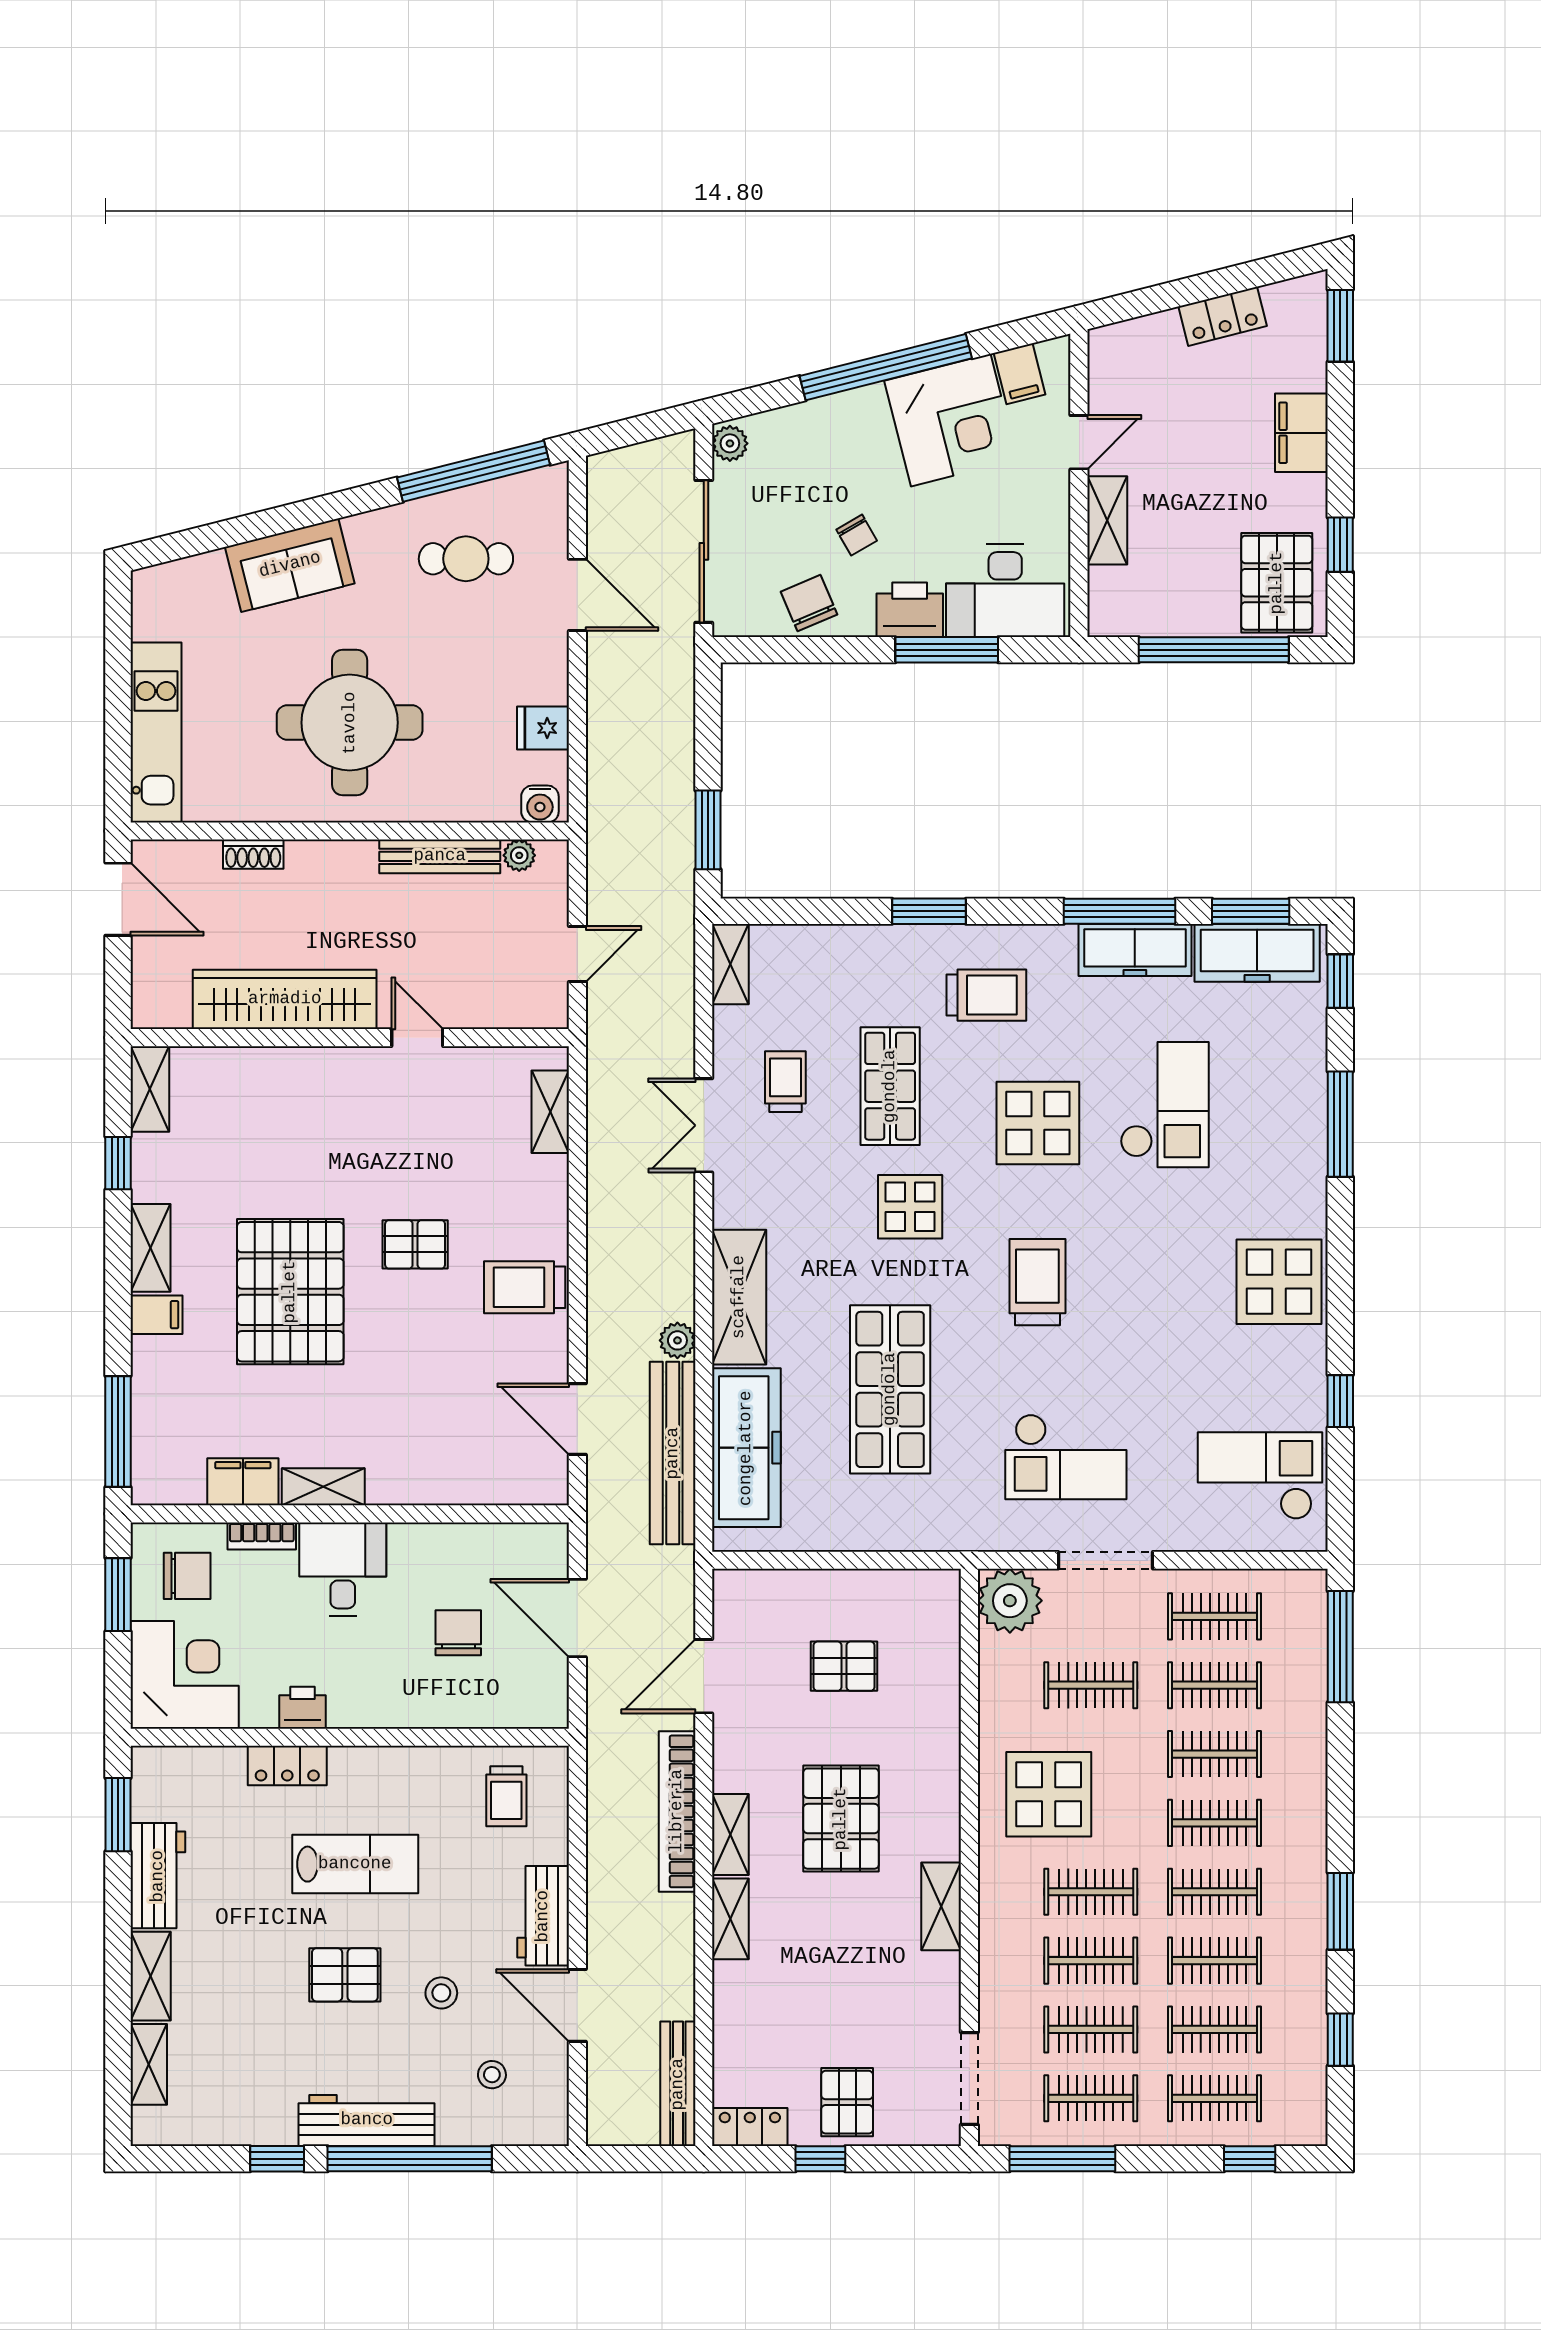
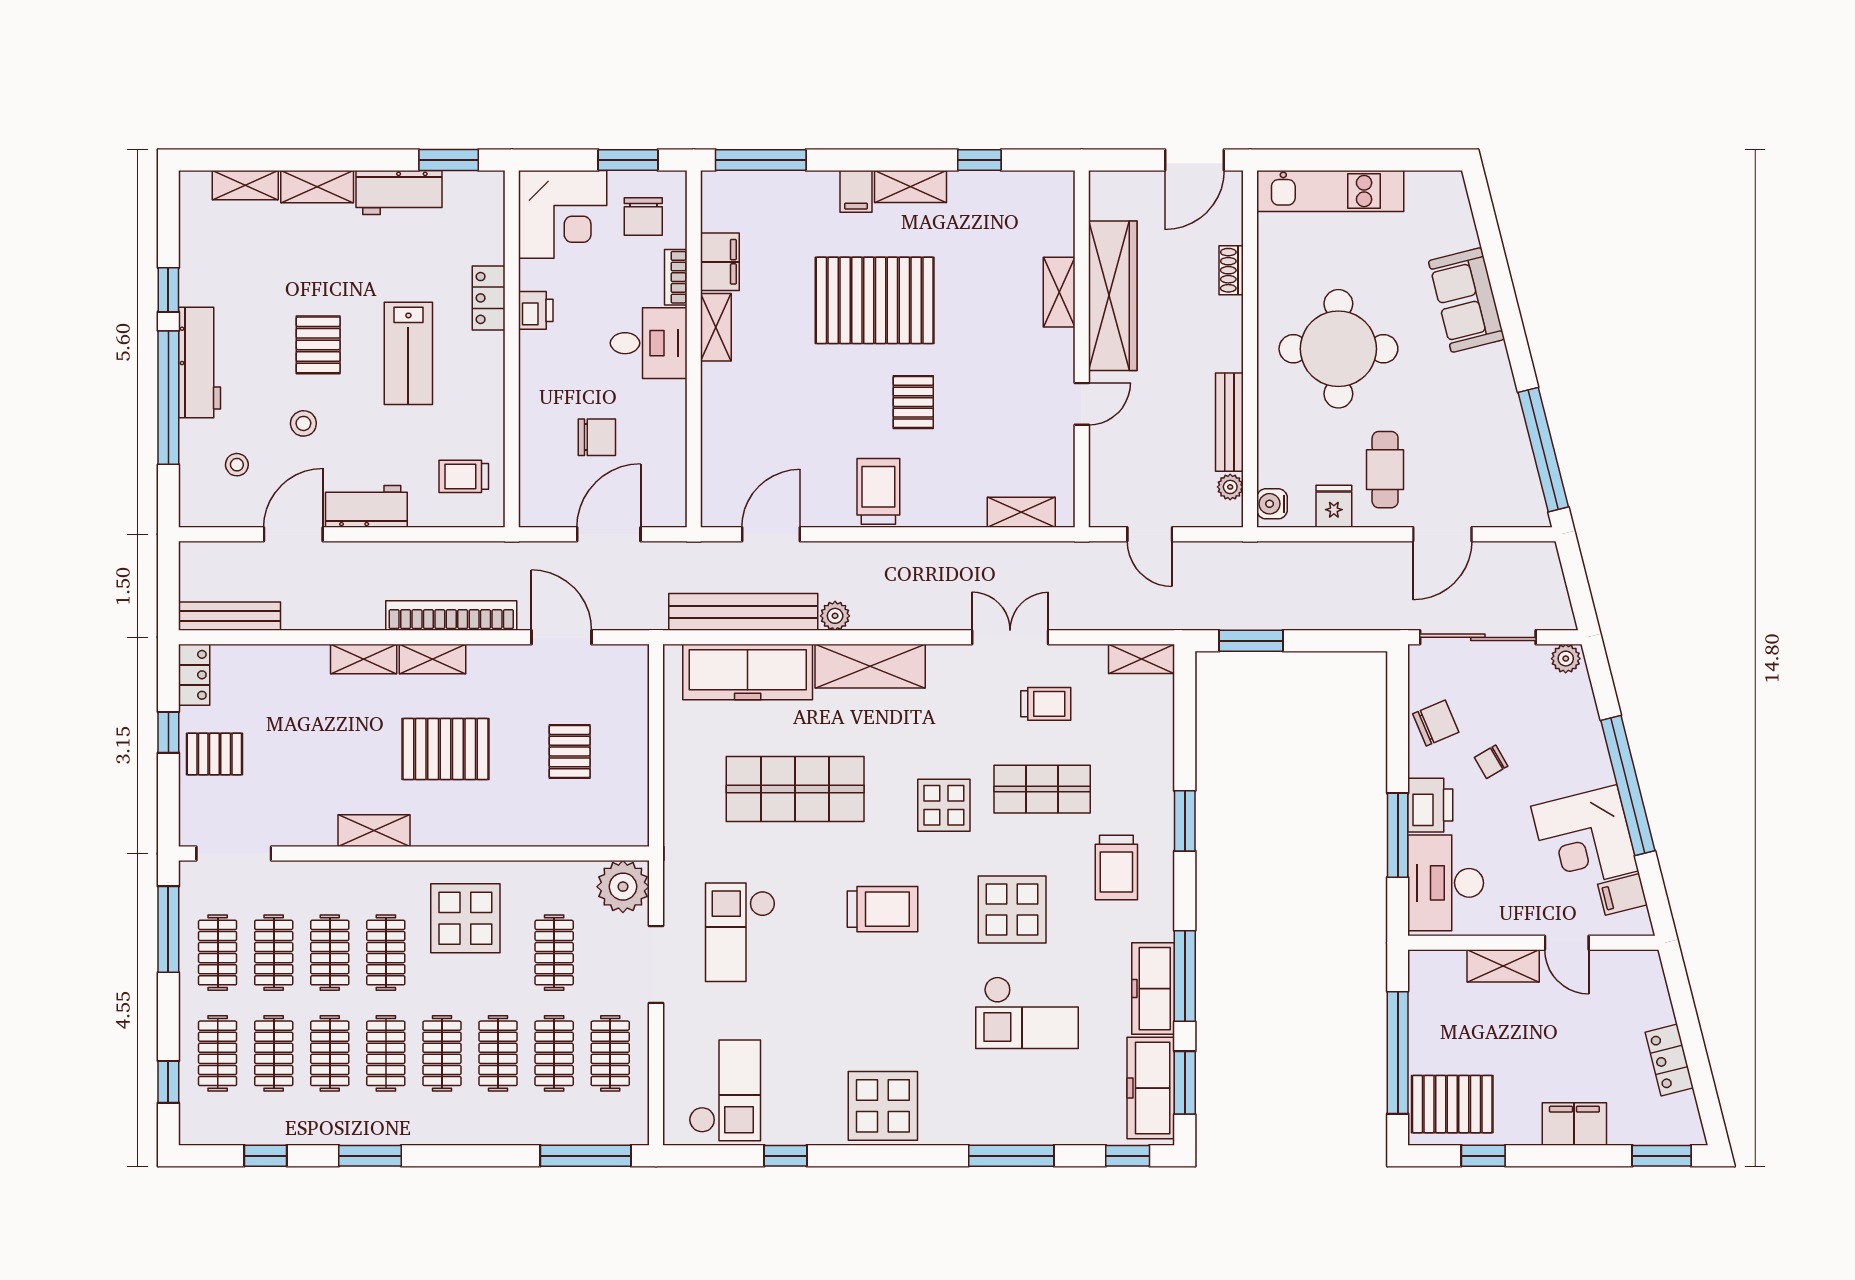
cafe table: (466, 559) -> (1385, 470), moved
shelving: (150, 1089) -> (1059, 292), moved, turned 90

